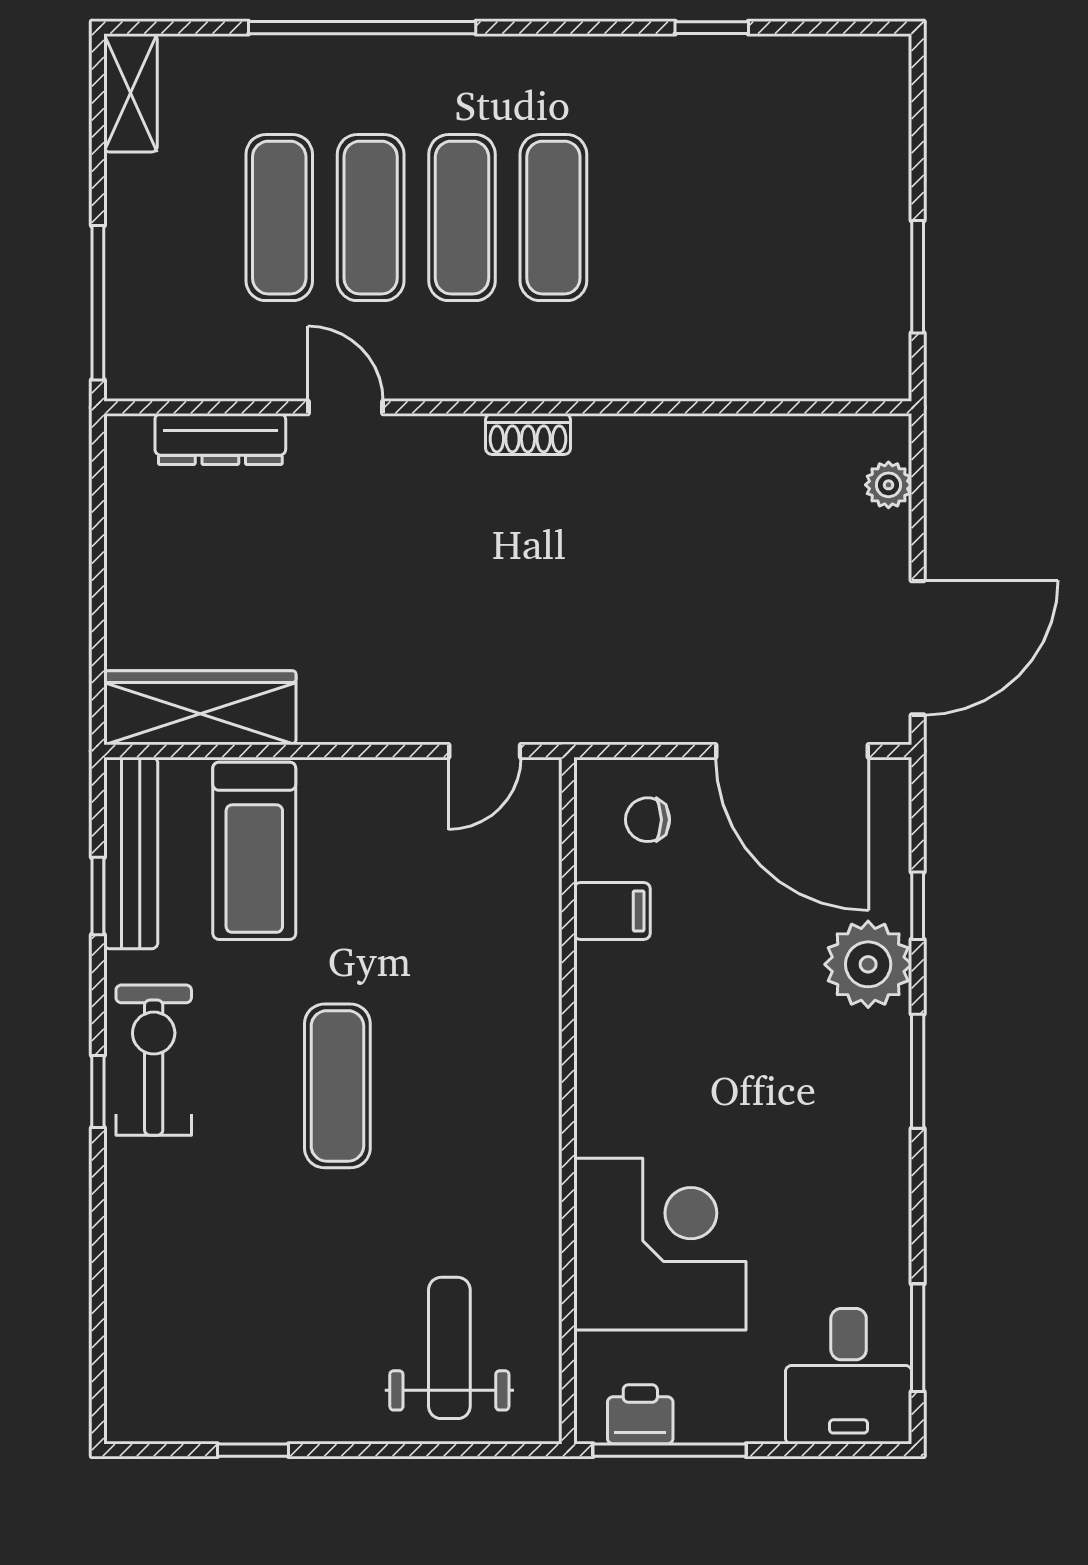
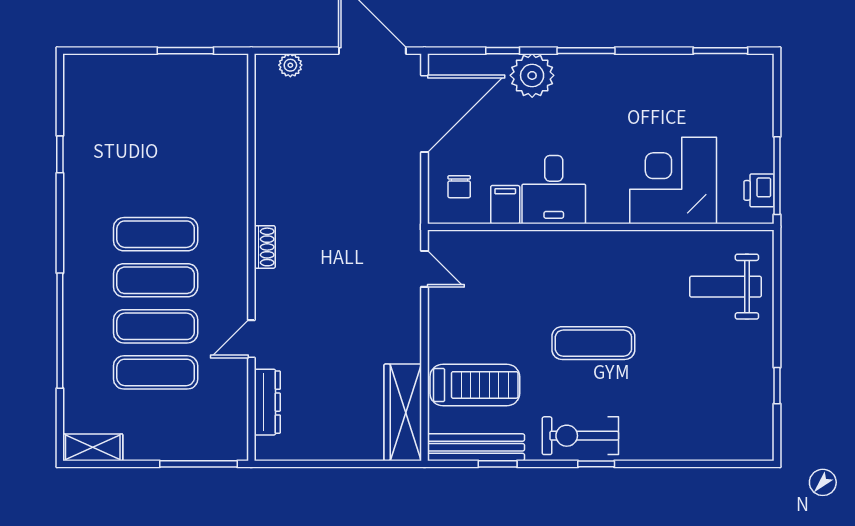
desk: (849, 1376) -> (554, 190), moved, turned 90

